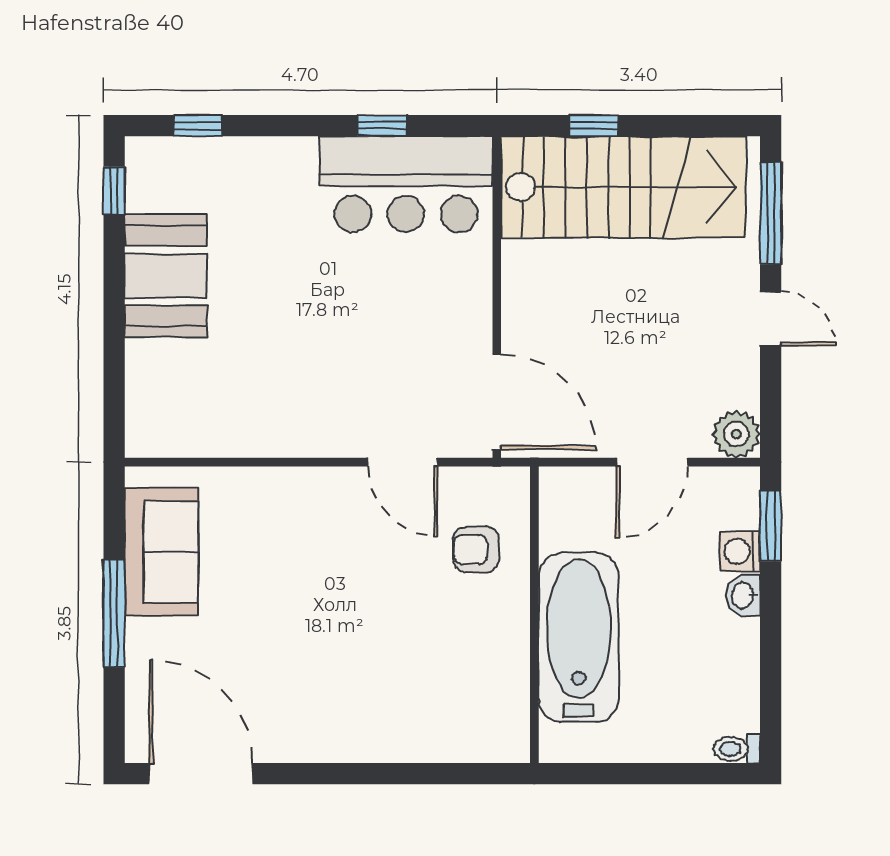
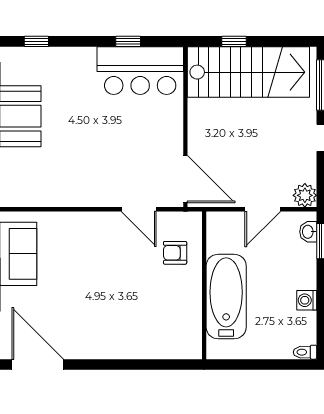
washing machine: (740, 551) -> (307, 300), moved
washbasin: (743, 596) -> (308, 232), moved

